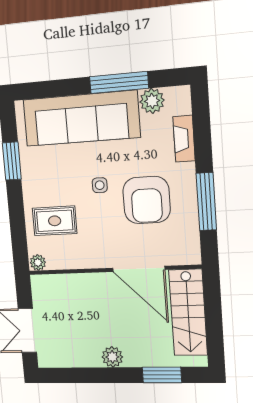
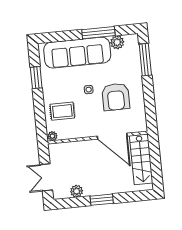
fireplace: (184, 139) -> (136, 62), removed
window: (206, 202) -> (145, 60), moved
plant: (112, 357) -> (77, 191), moved
window: (162, 375) -> (102, 200), moved

